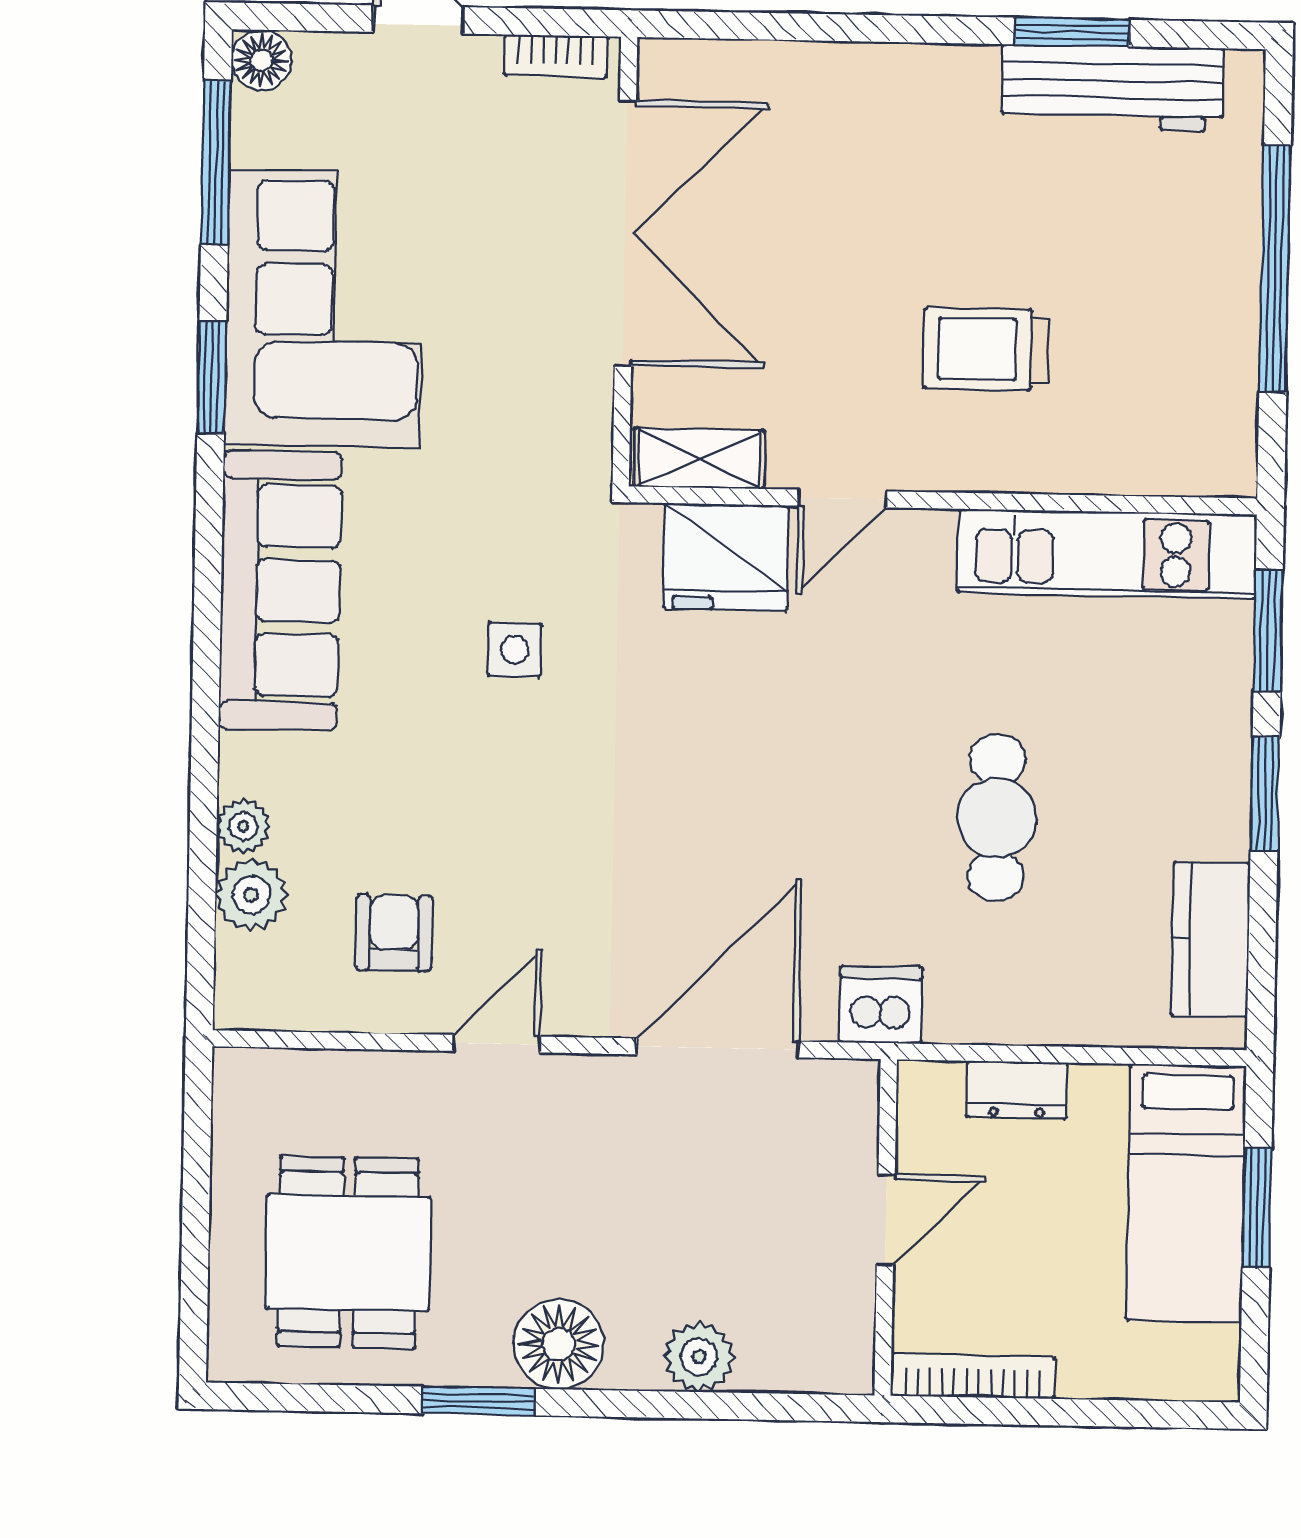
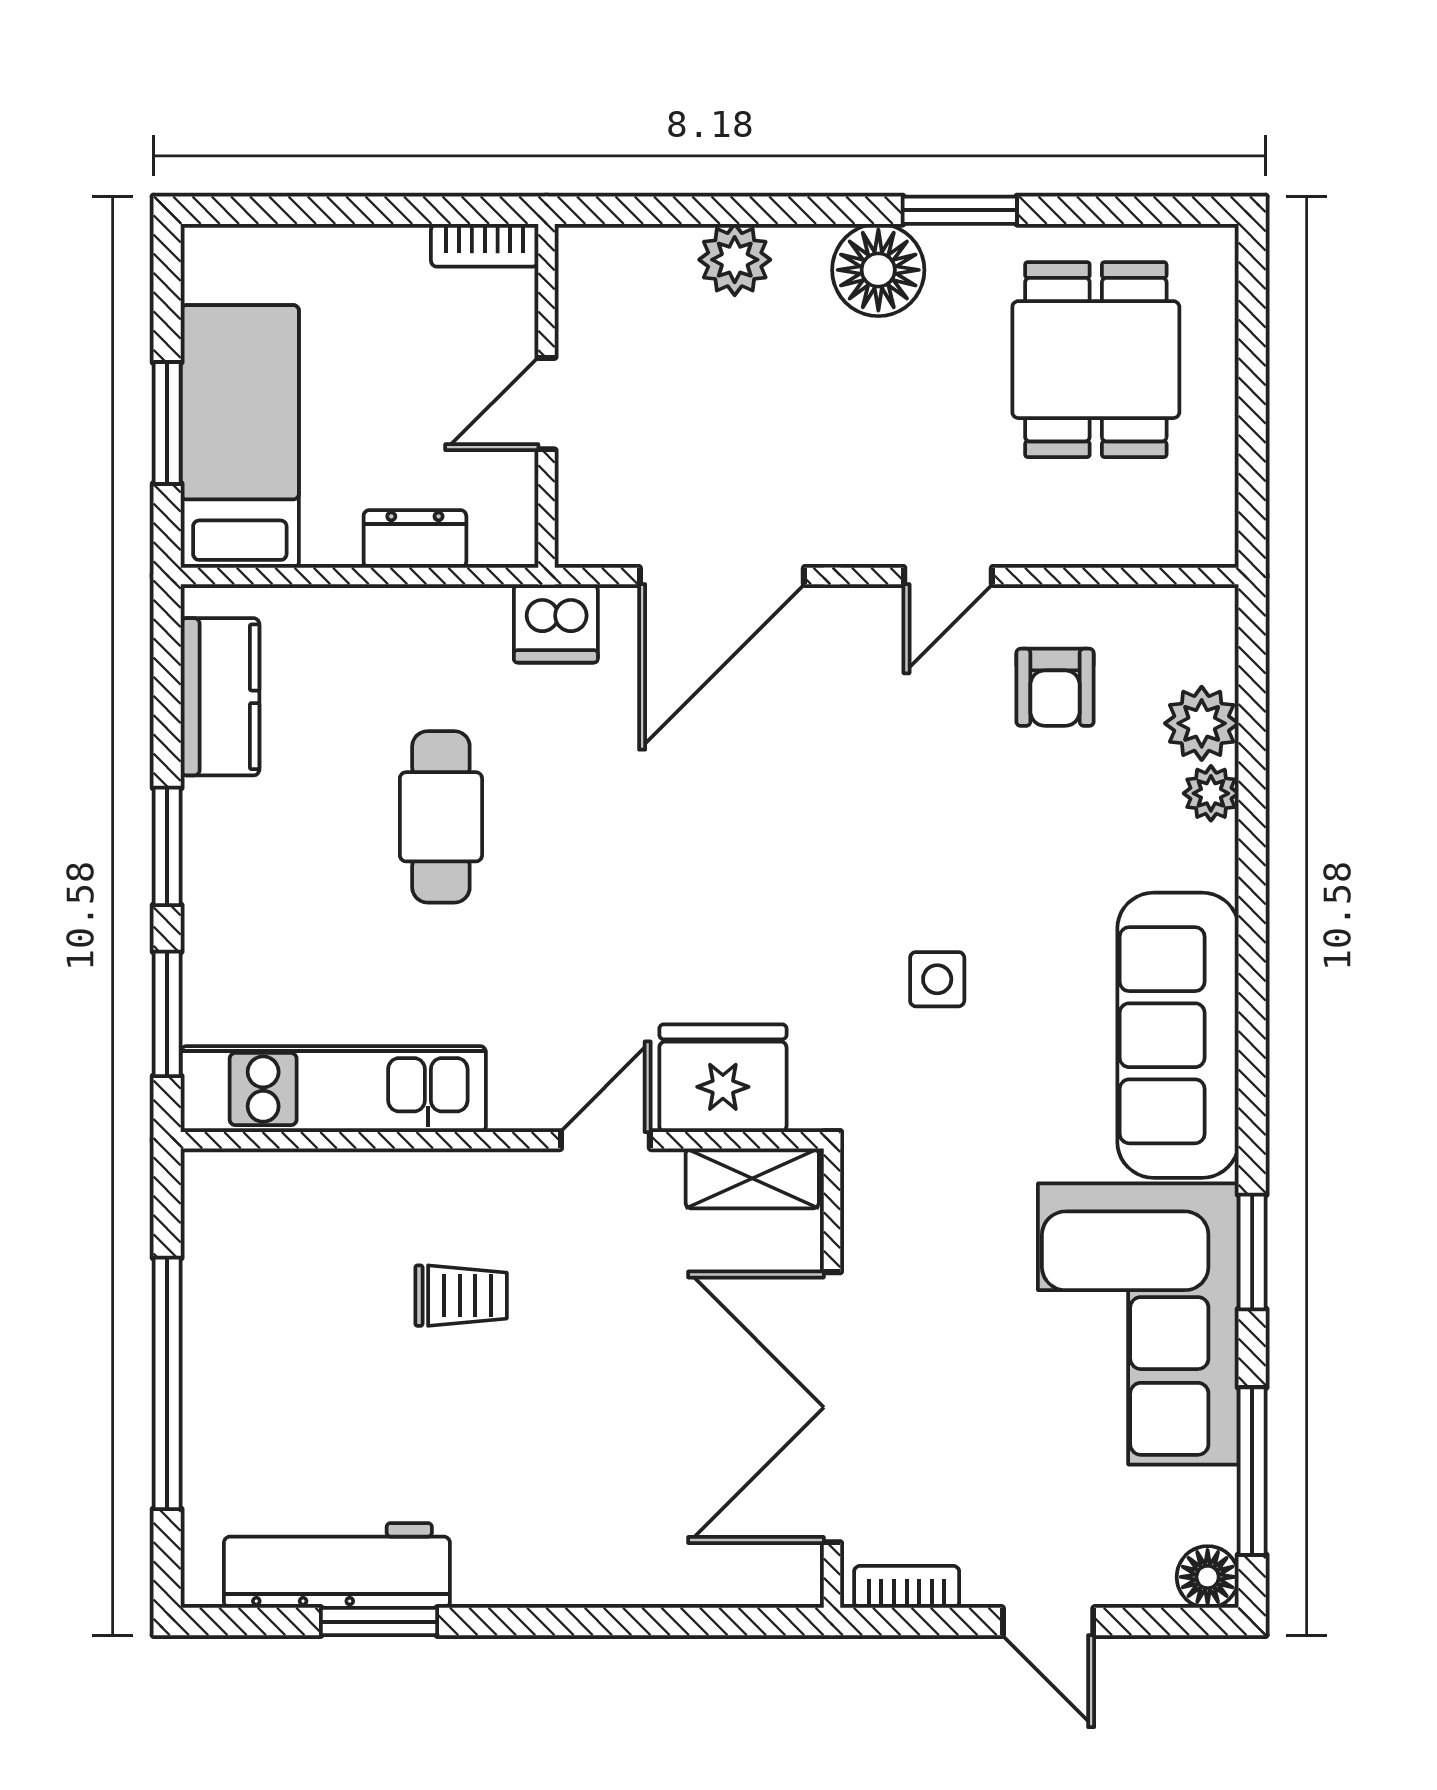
trolley: (986, 349) -> (461, 1296), width x0.73, depth x0.72
bookcase: (973, 1376) -> (485, 245), width x0.64

